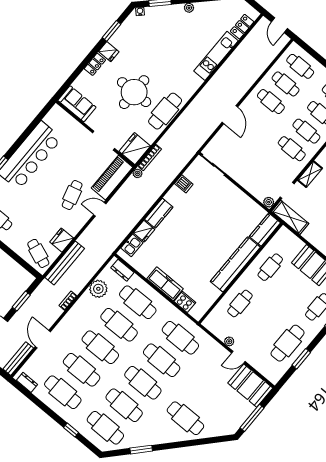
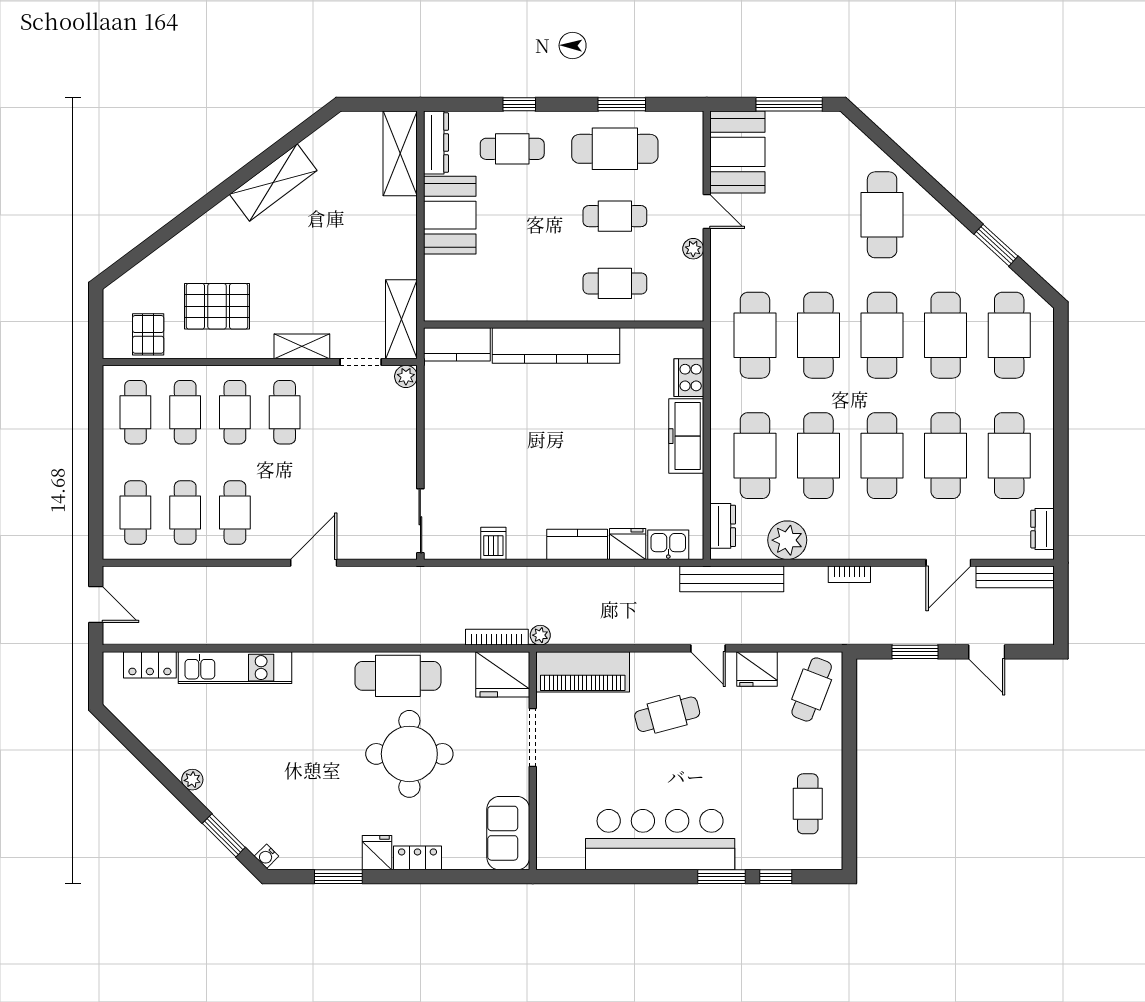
door: (279, 25) -> (96, 605), hinge flipped
door: (100, 209) -> (708, 648), moved
bench: (65, 263) -> (732, 579), moved
cafe table: (270, 267) -> (615, 216), moved
window: (71, 430) -> (1061, 389), removed

